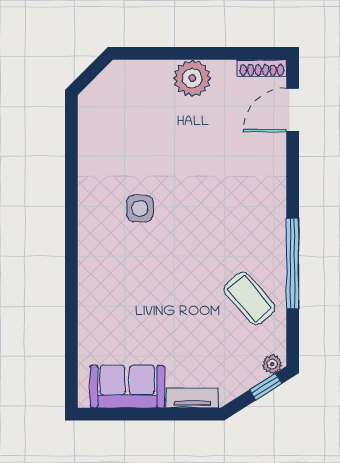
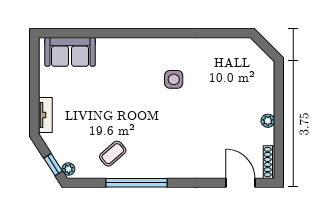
plant: (192, 78) -> (268, 121), width x0.53, depth x0.53
coffee table: (249, 299) -> (113, 154), width x0.73, depth x0.77
sofa: (127, 387) -> (70, 52), moved, turned 90

